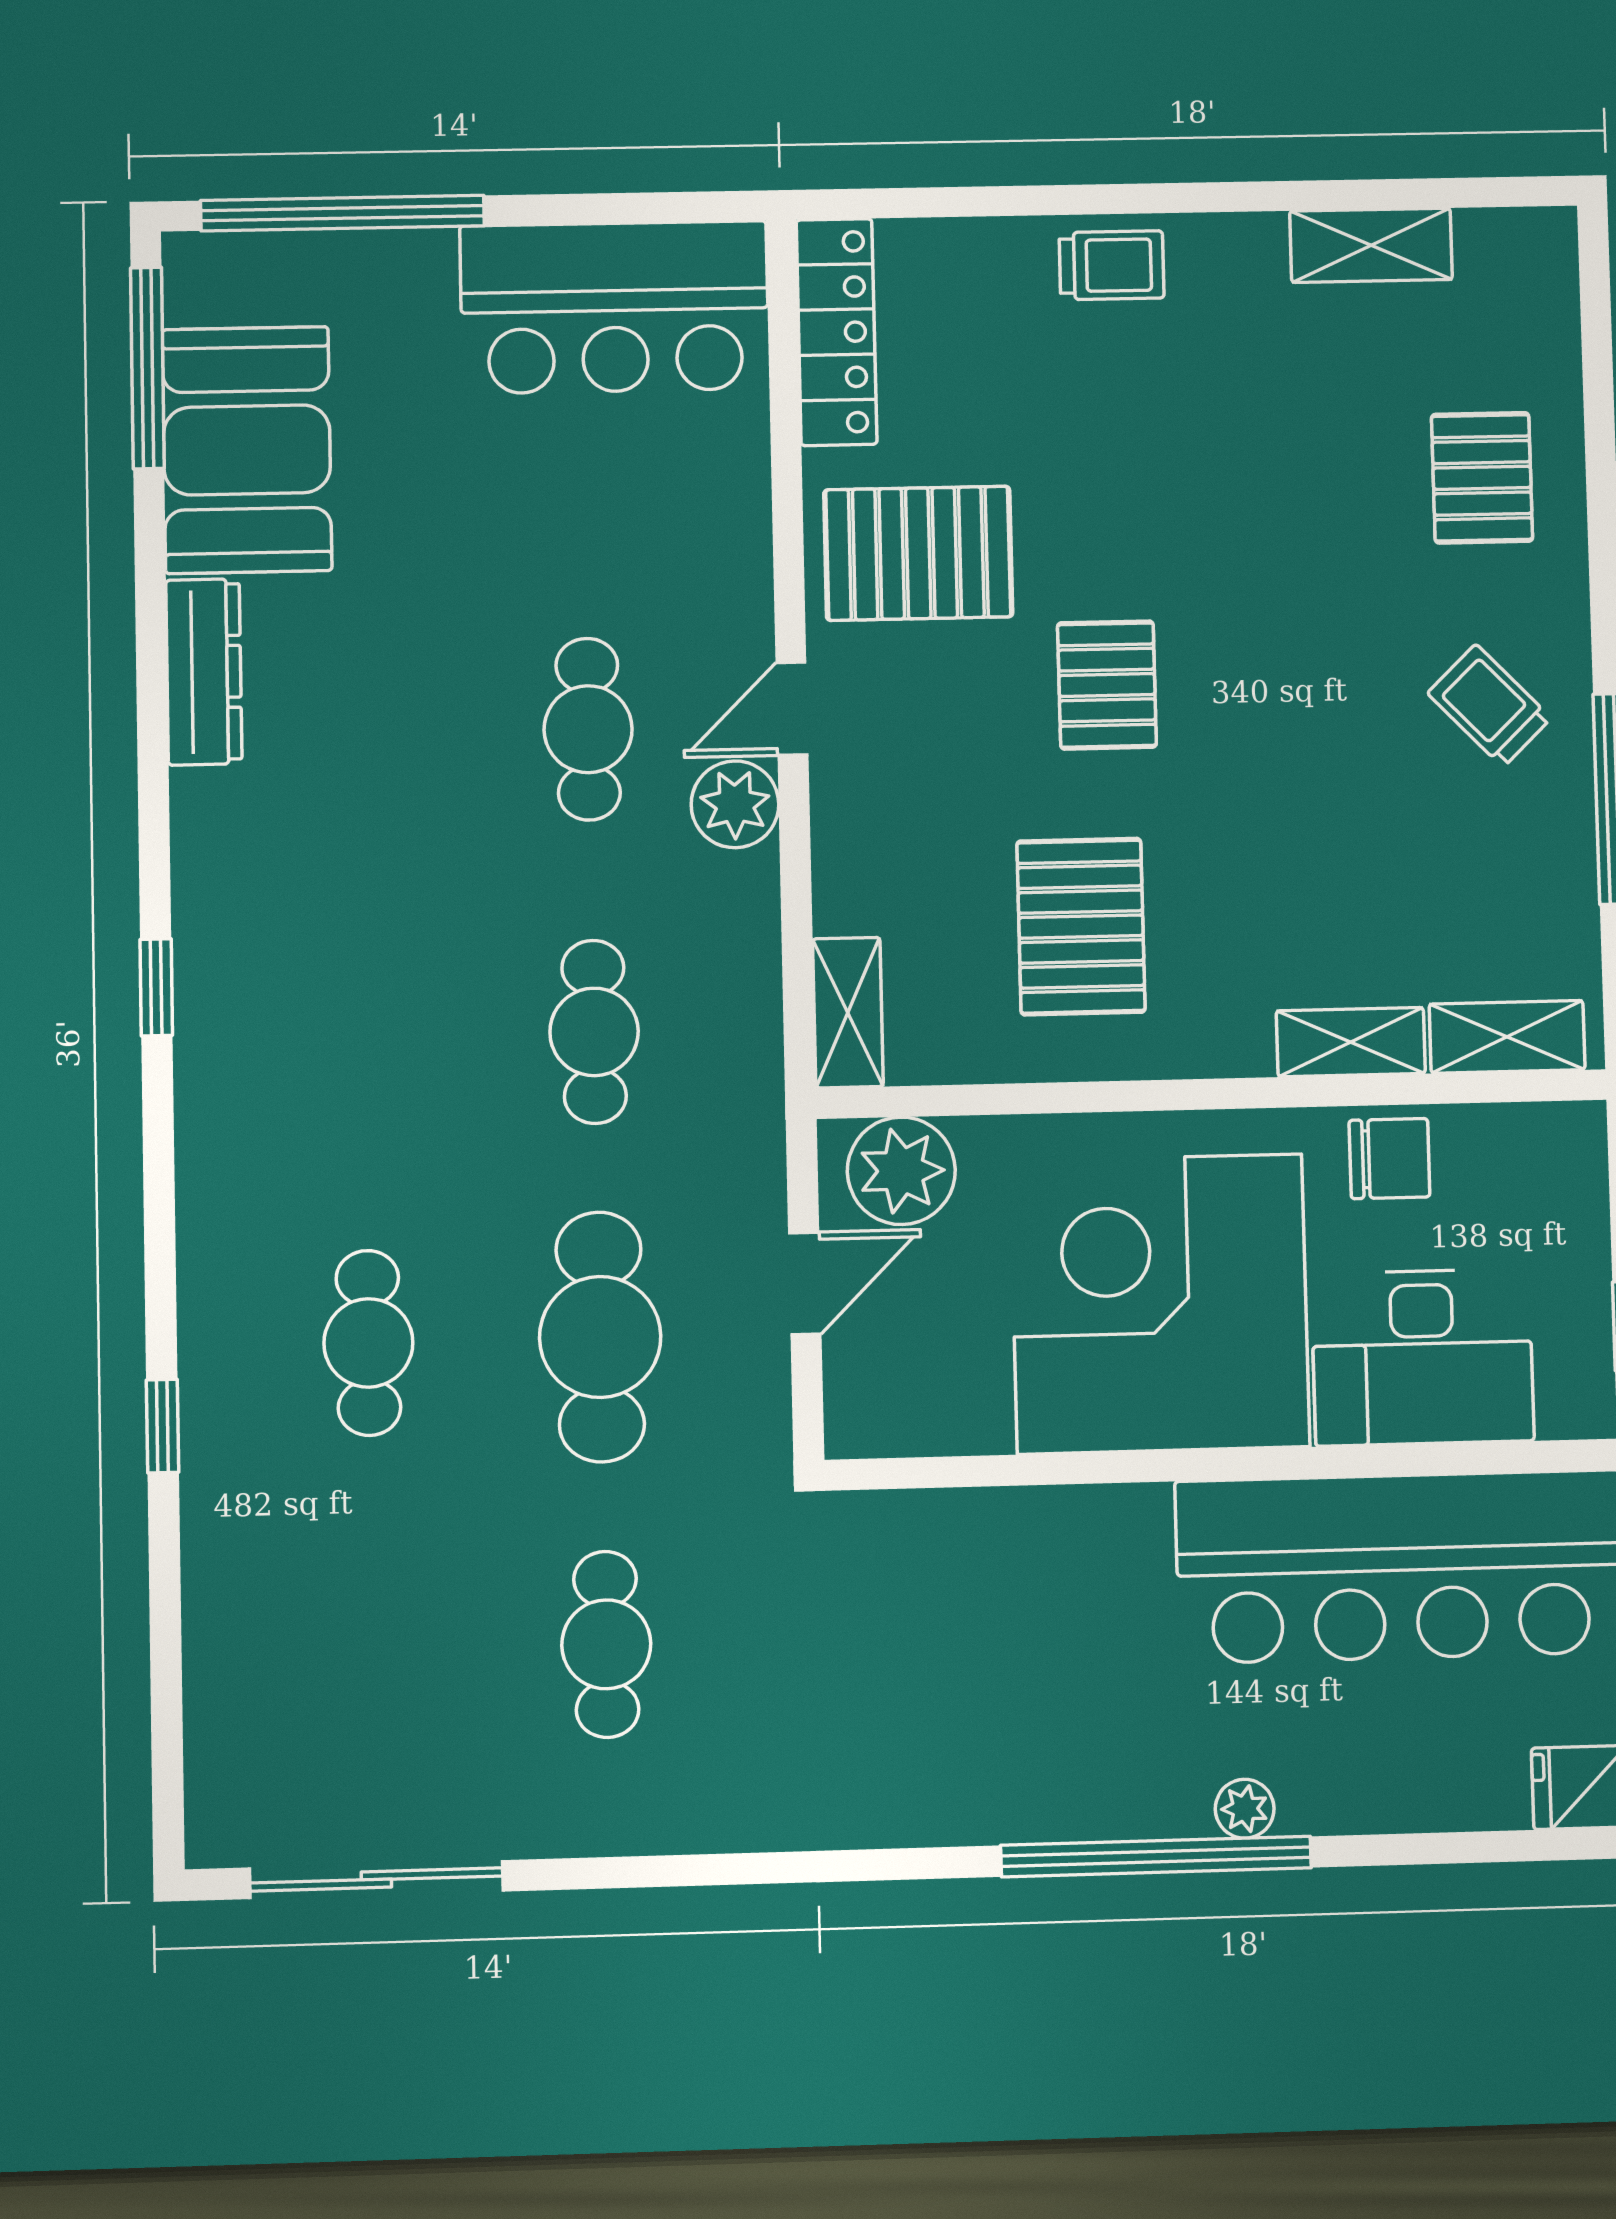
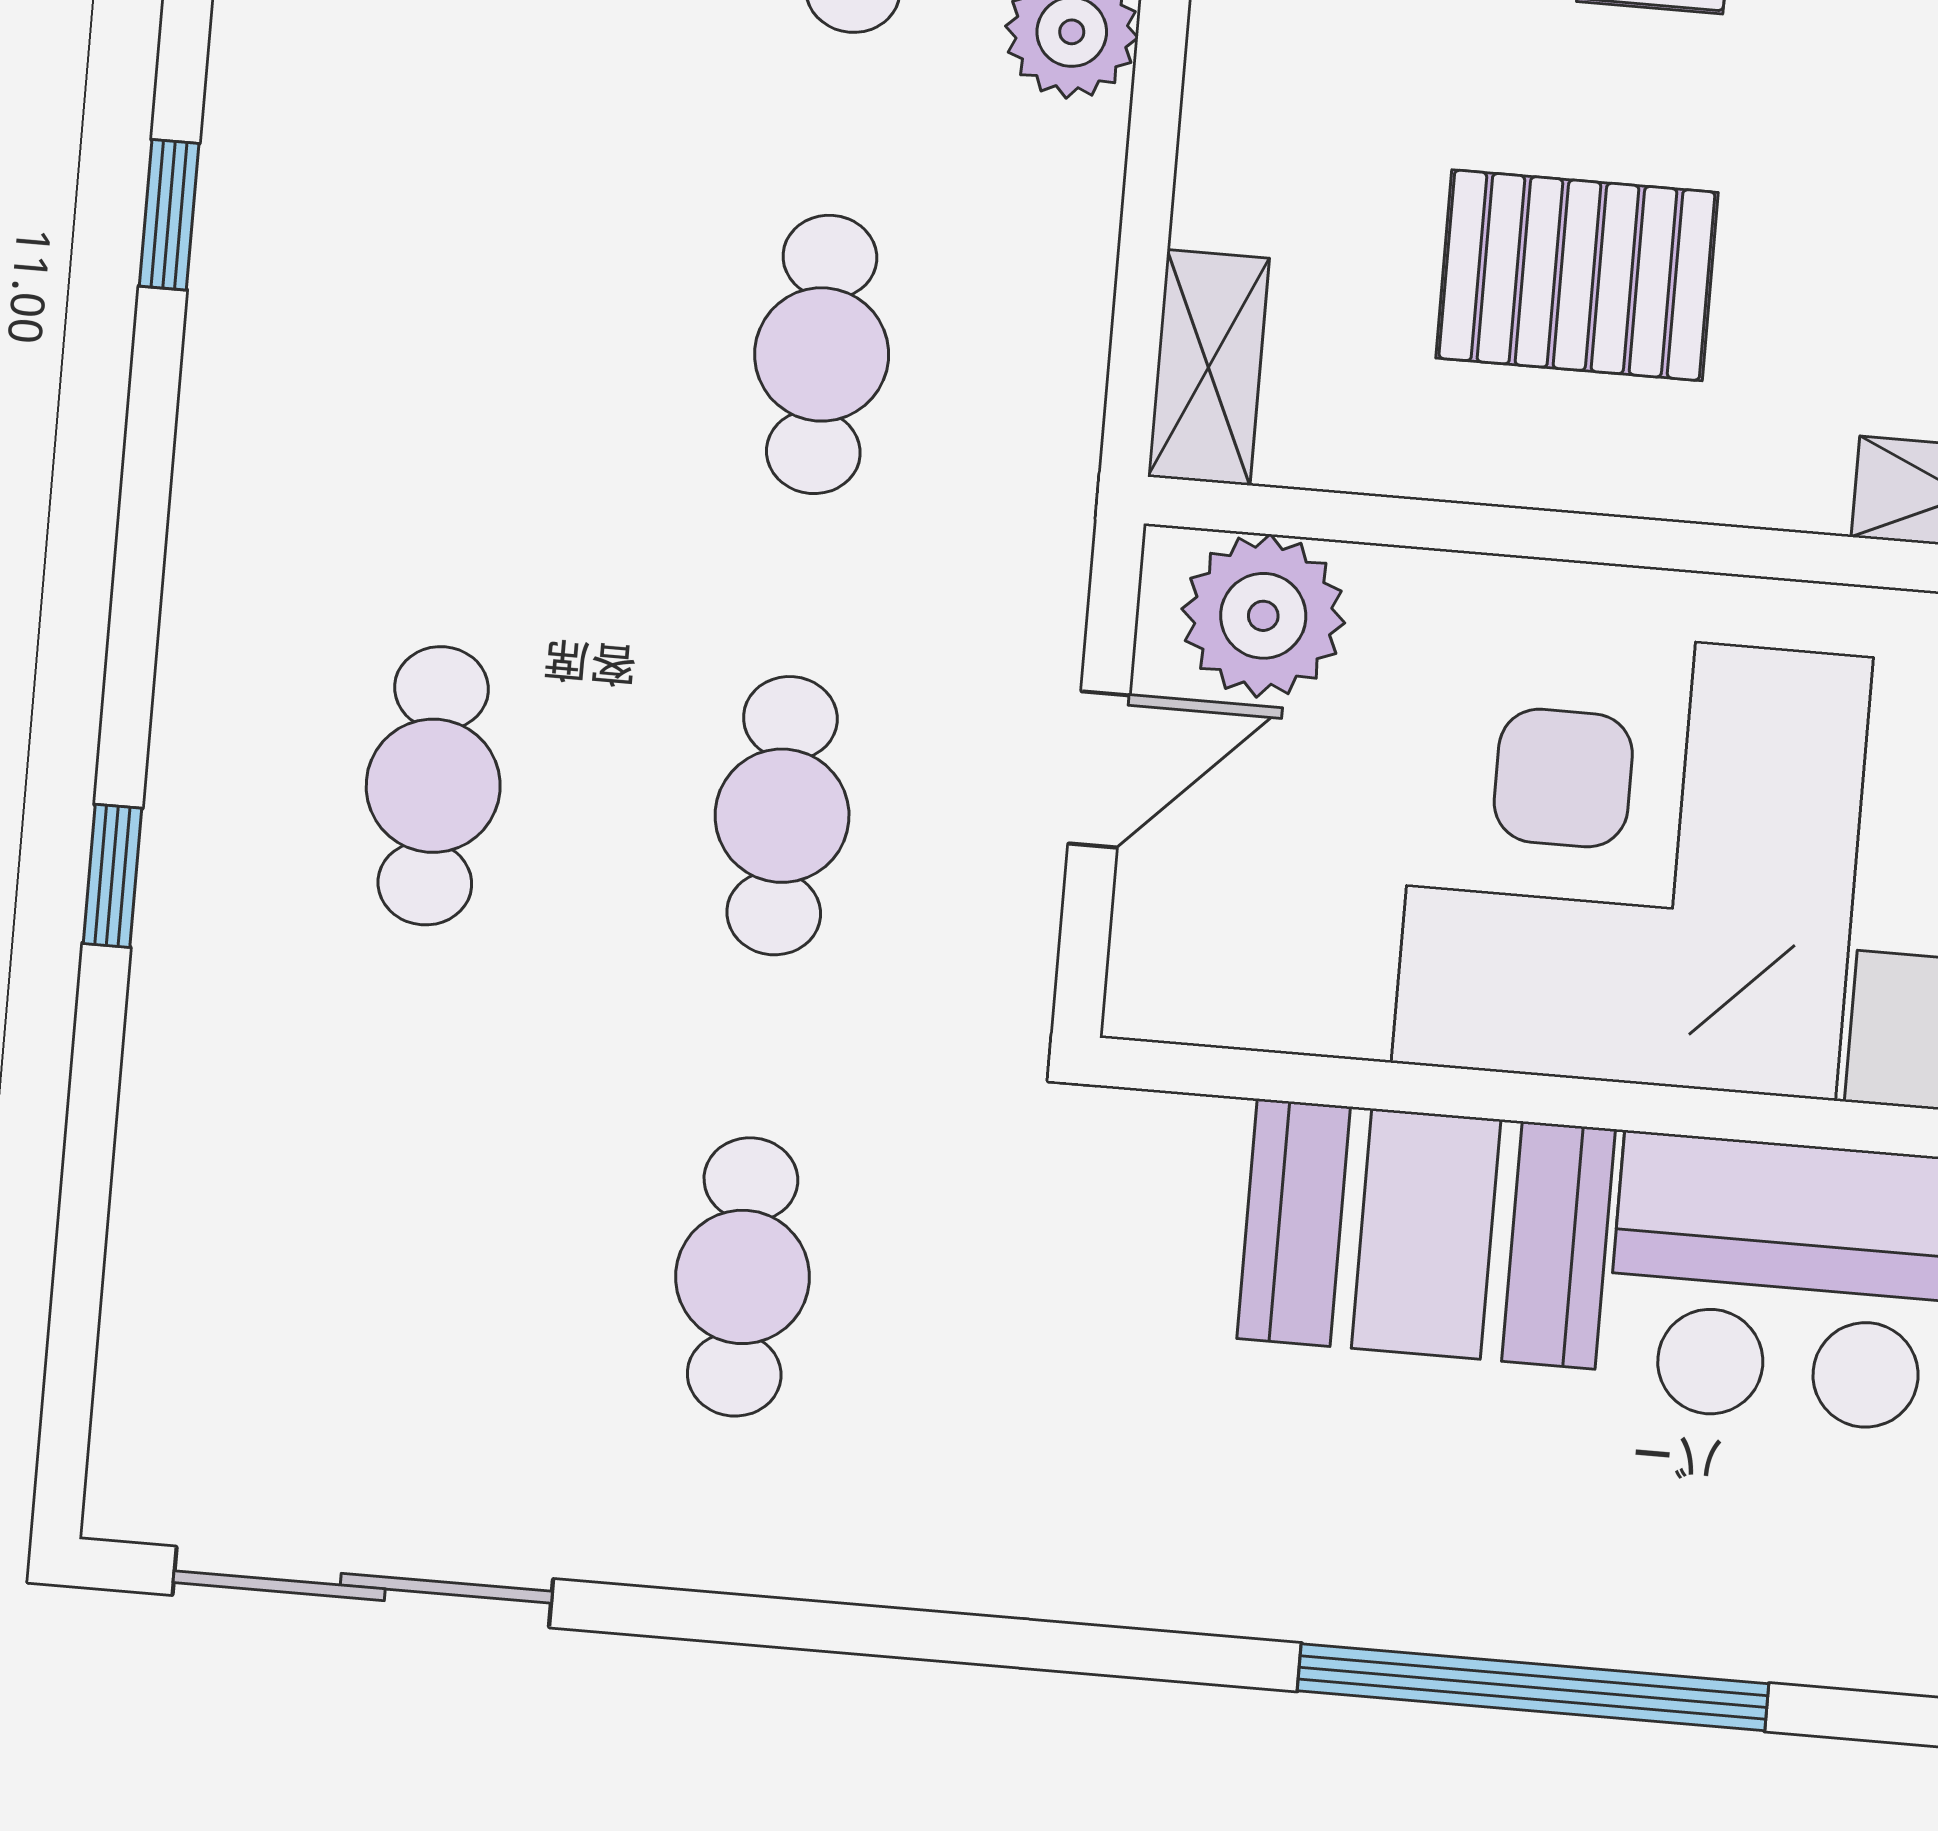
pallet: (1081, 927) -> (1577, 275), turned 90
cafe table: (600, 1337) -> (782, 816), width x0.73, depth x0.74
booth: (1053, 1565) -> (1426, 1234), added
plant: (1245, 1809) -> (1675, 1631), removed

